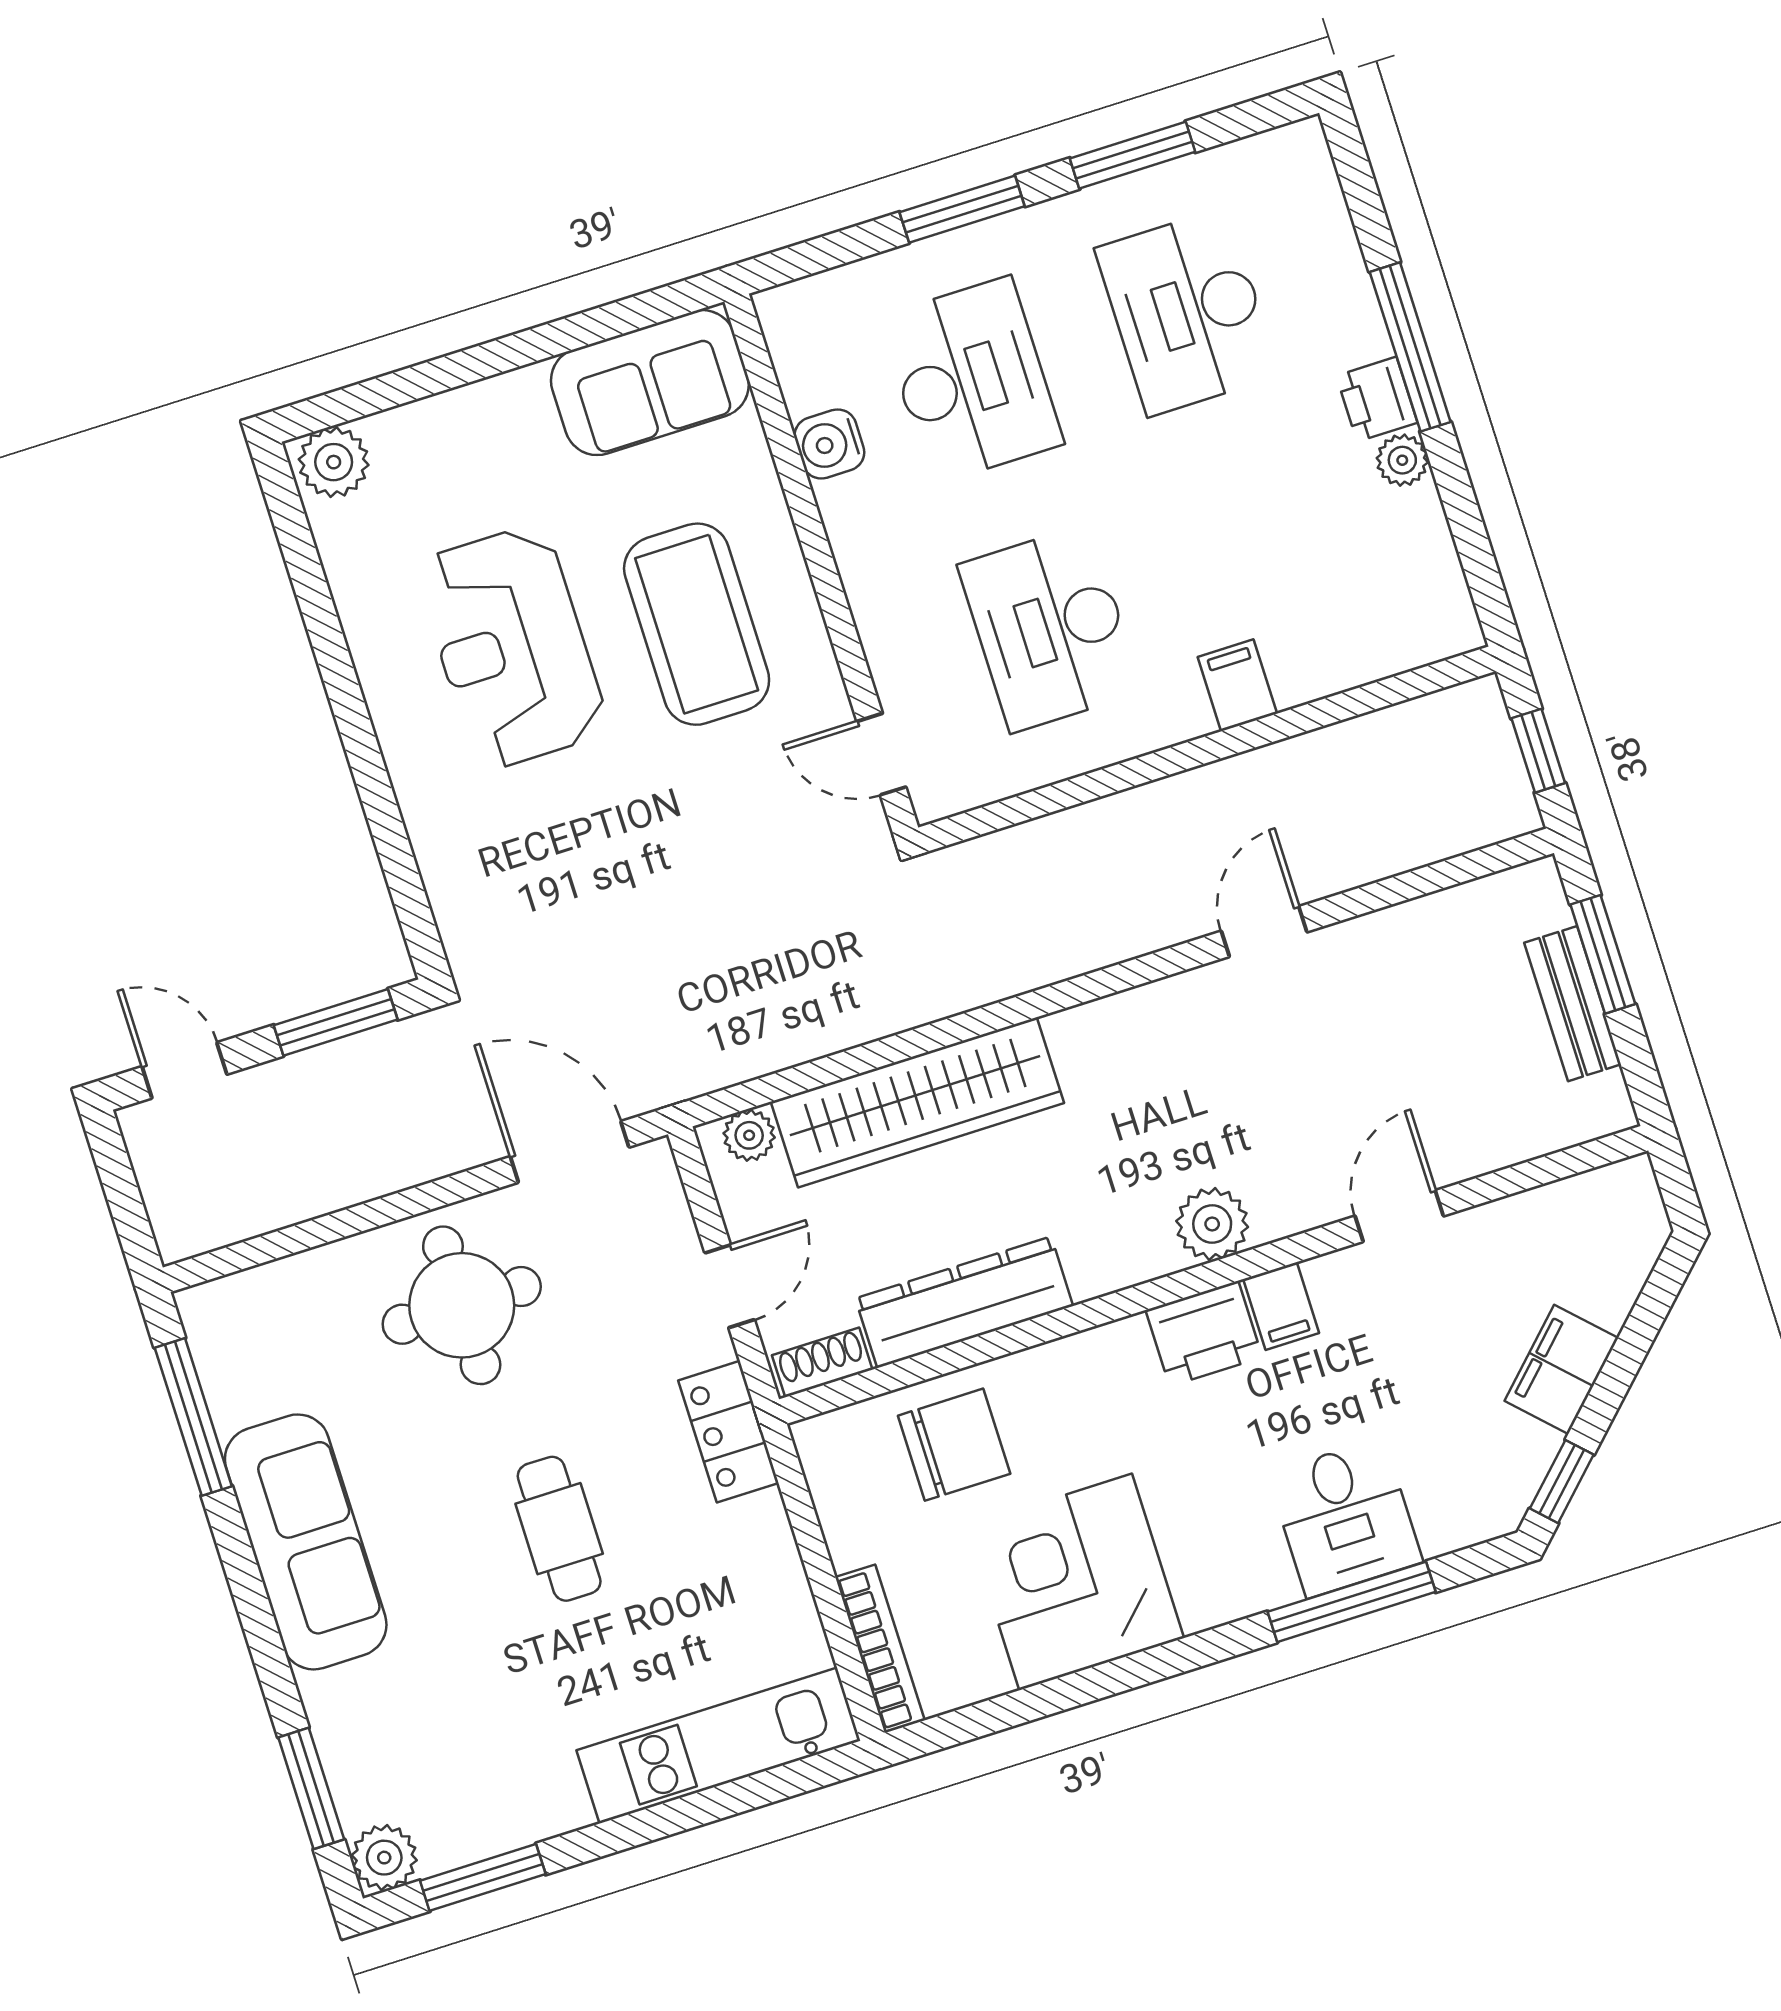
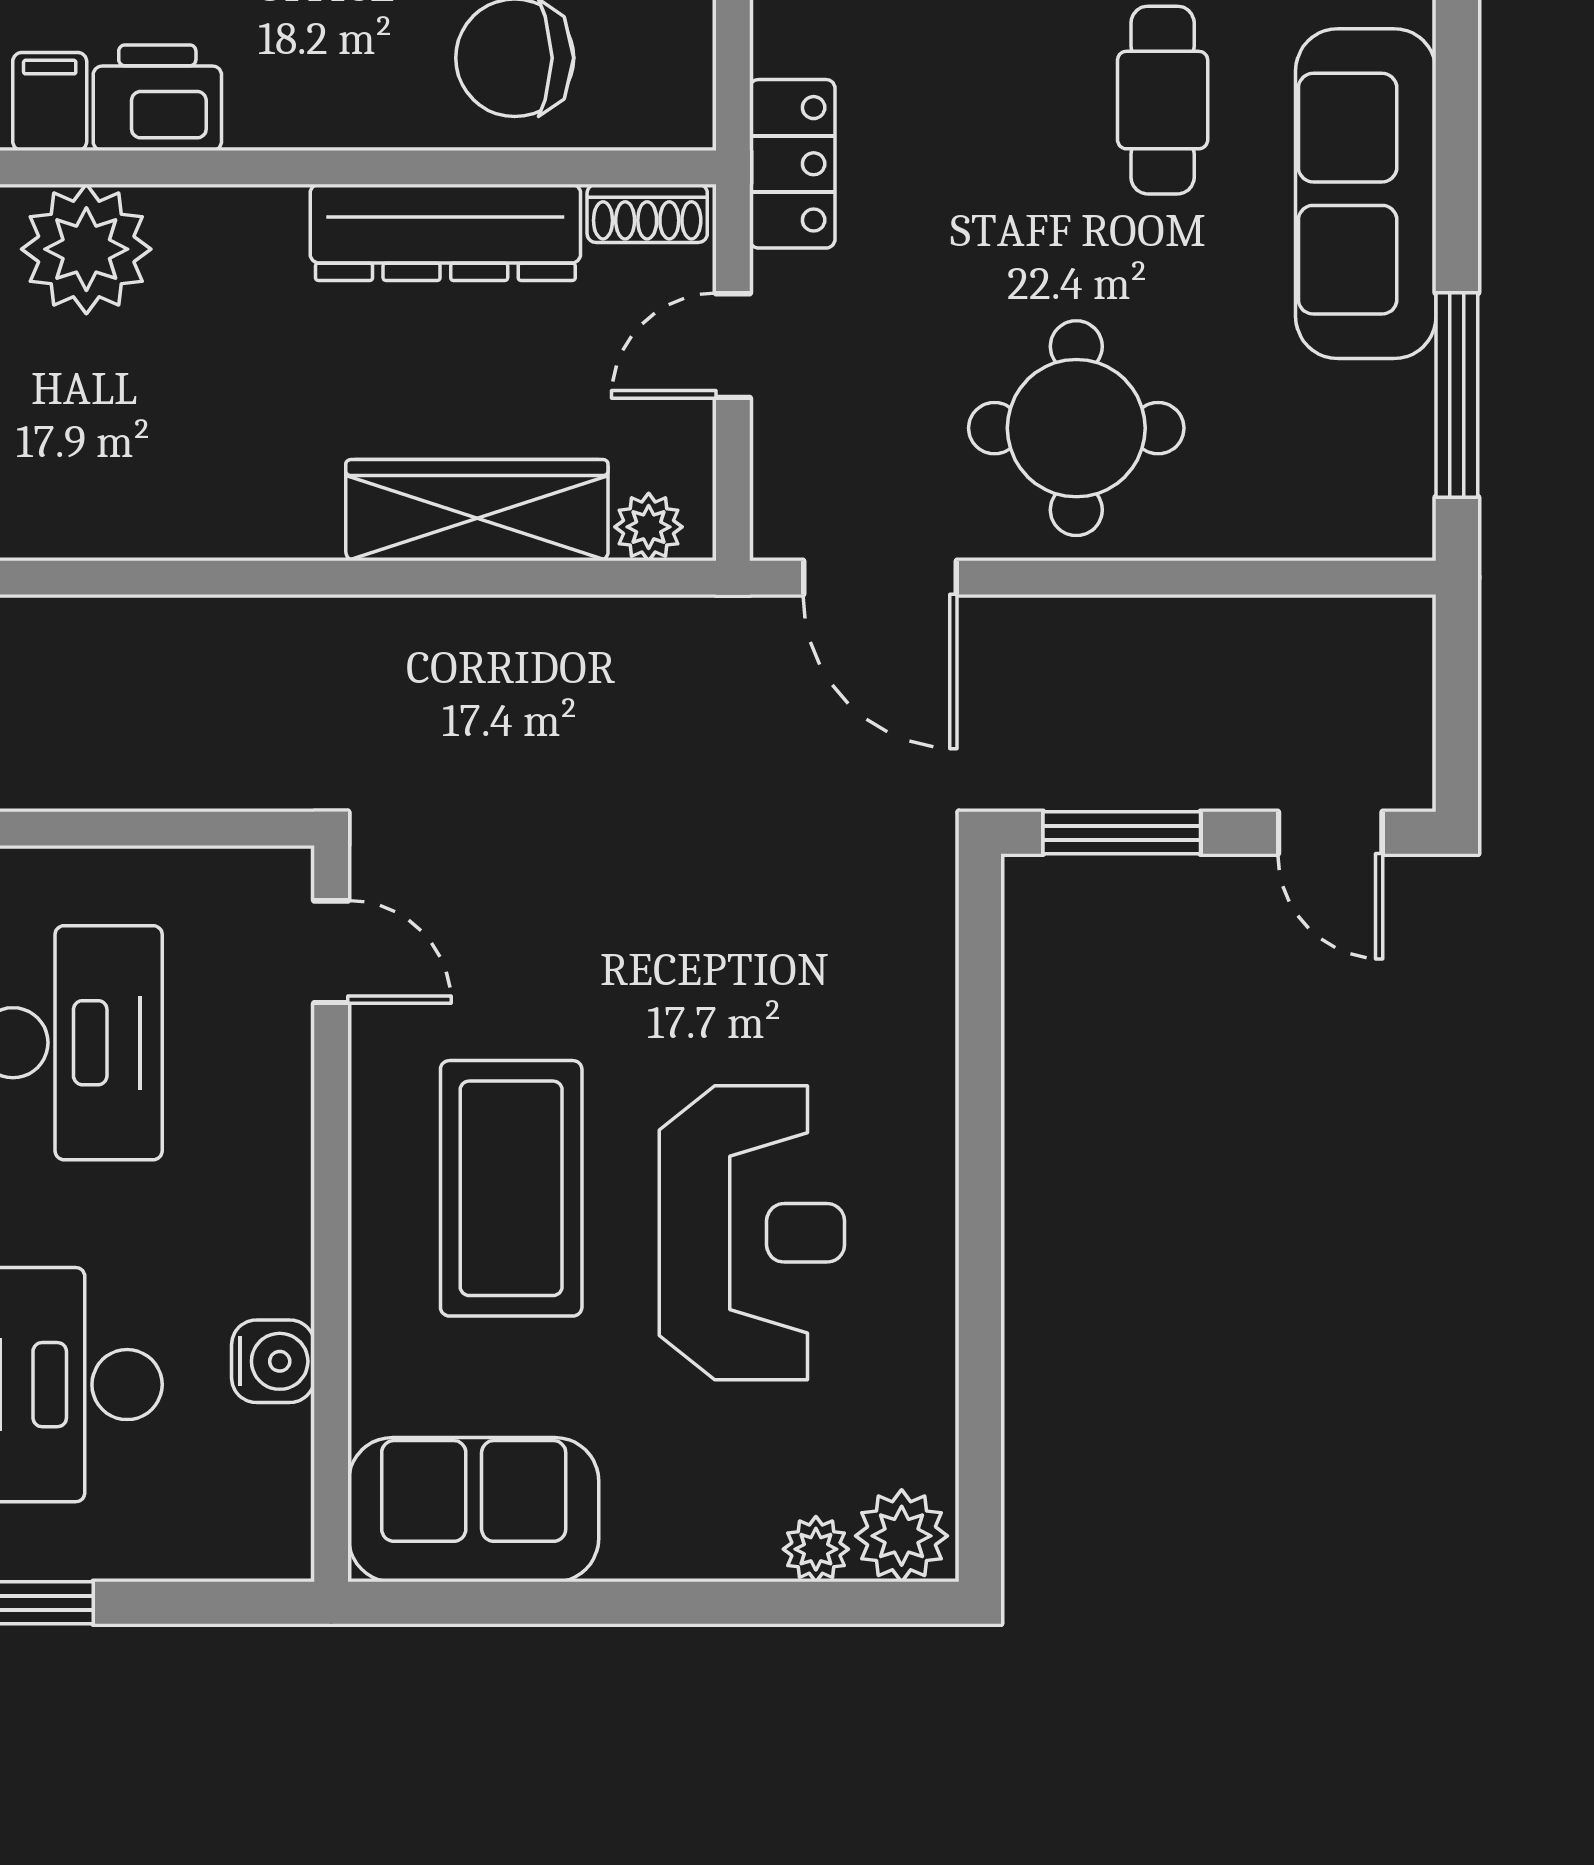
plant: (393, 433) -> (816, 1549), added
wardrobe: (917, 1102) -> (477, 510), width x0.71, depth x0.85
plant: (1212, 1224) -> (86, 249), width x1.36, depth x1.36
cafe table: (559, 1529) -> (1163, 100), moved

